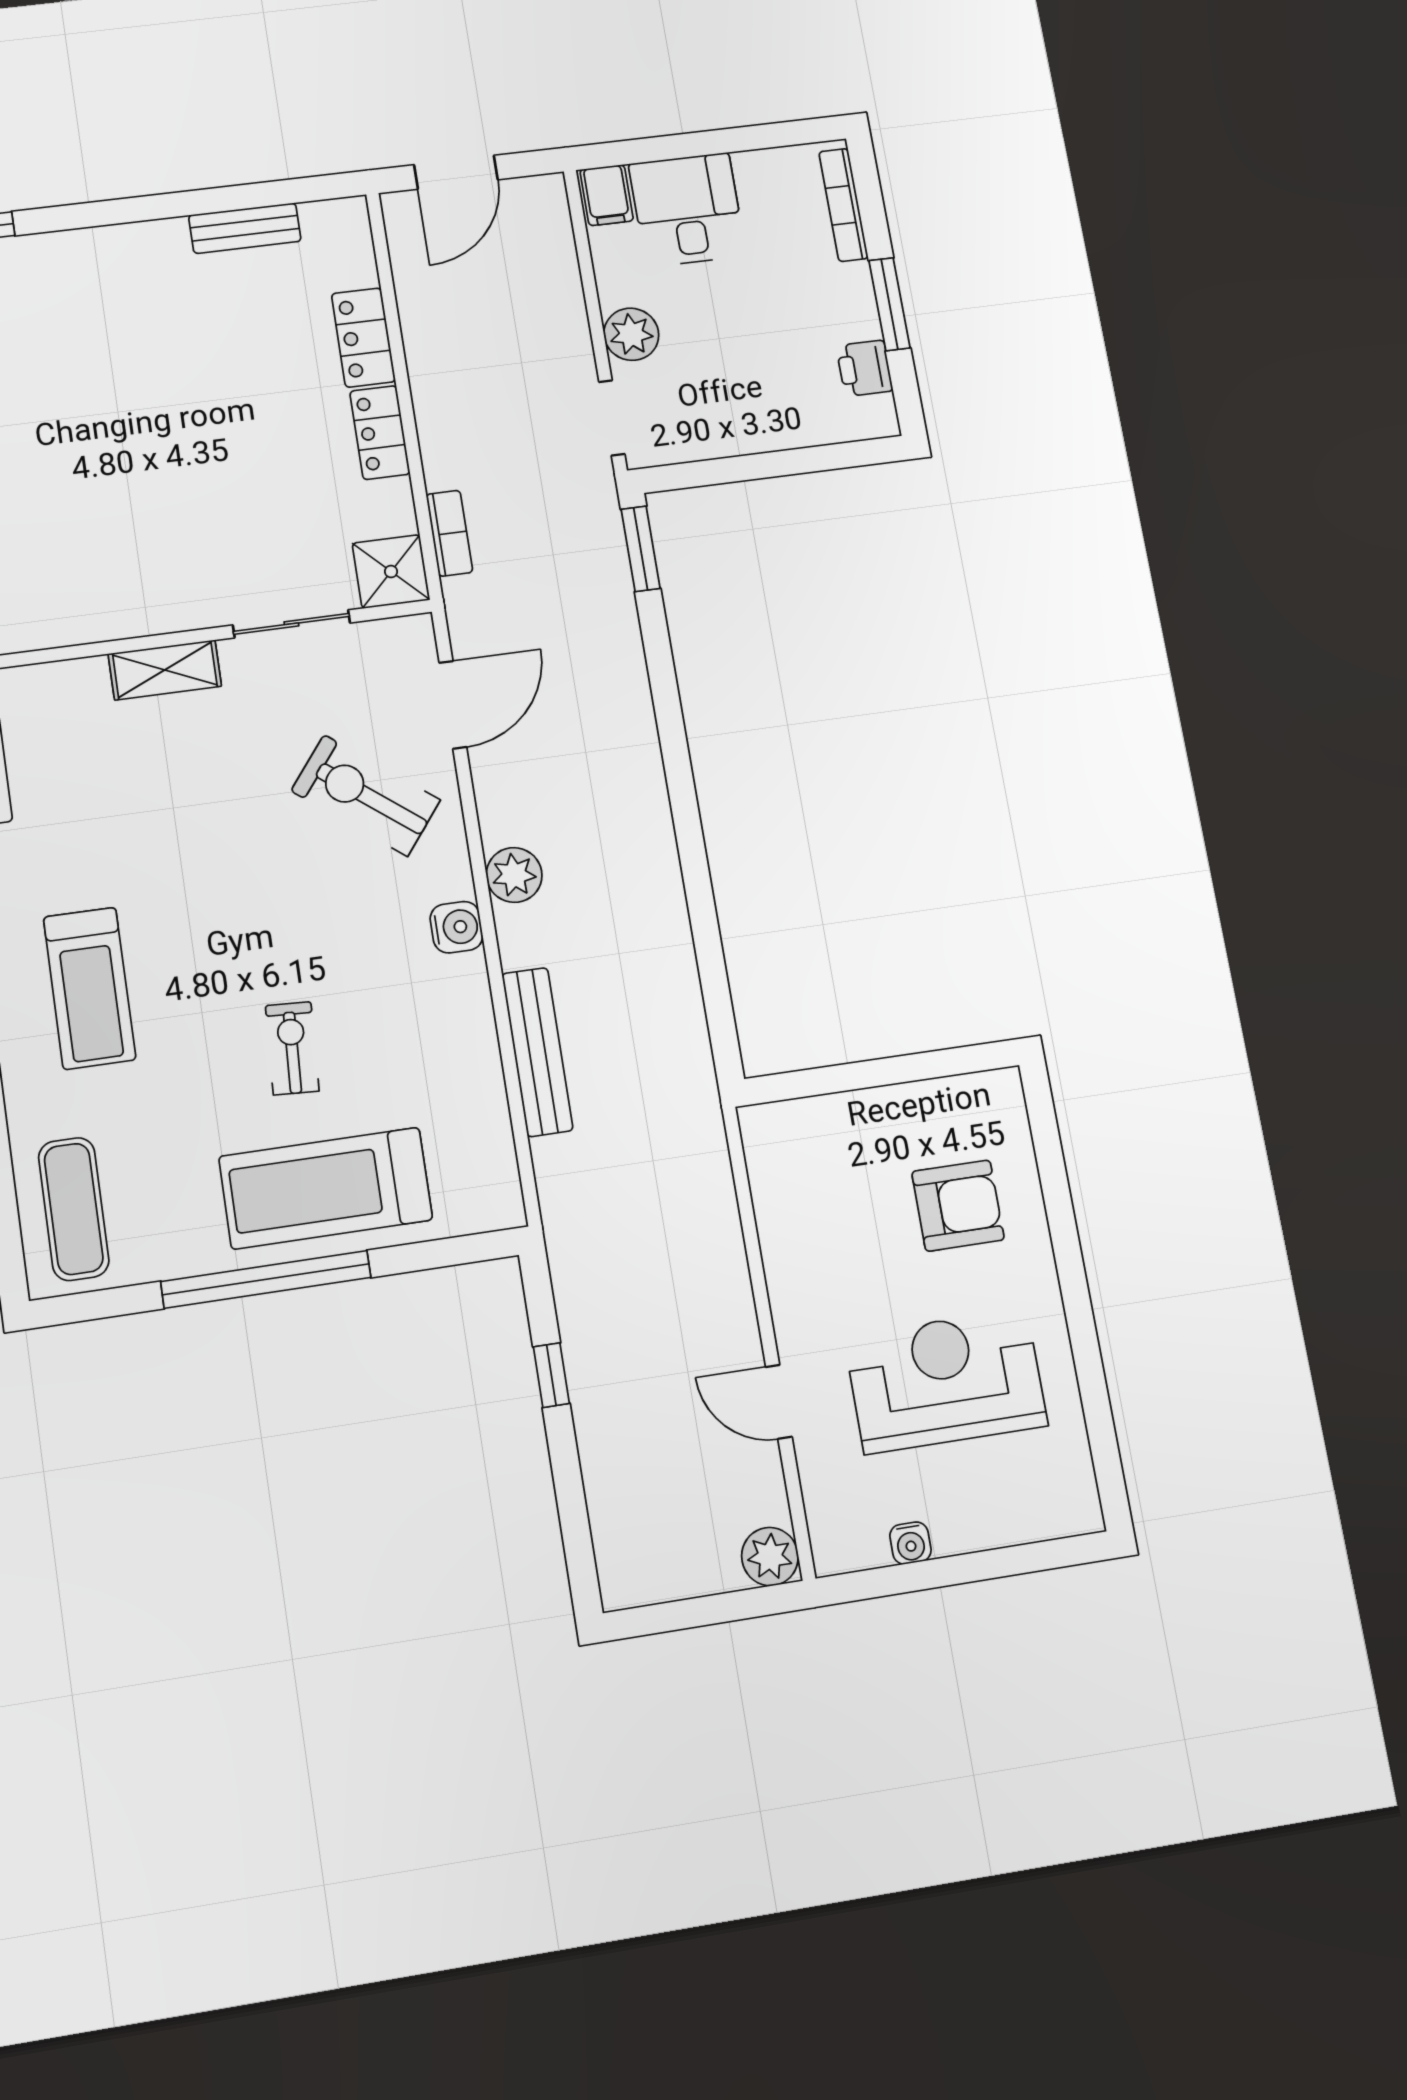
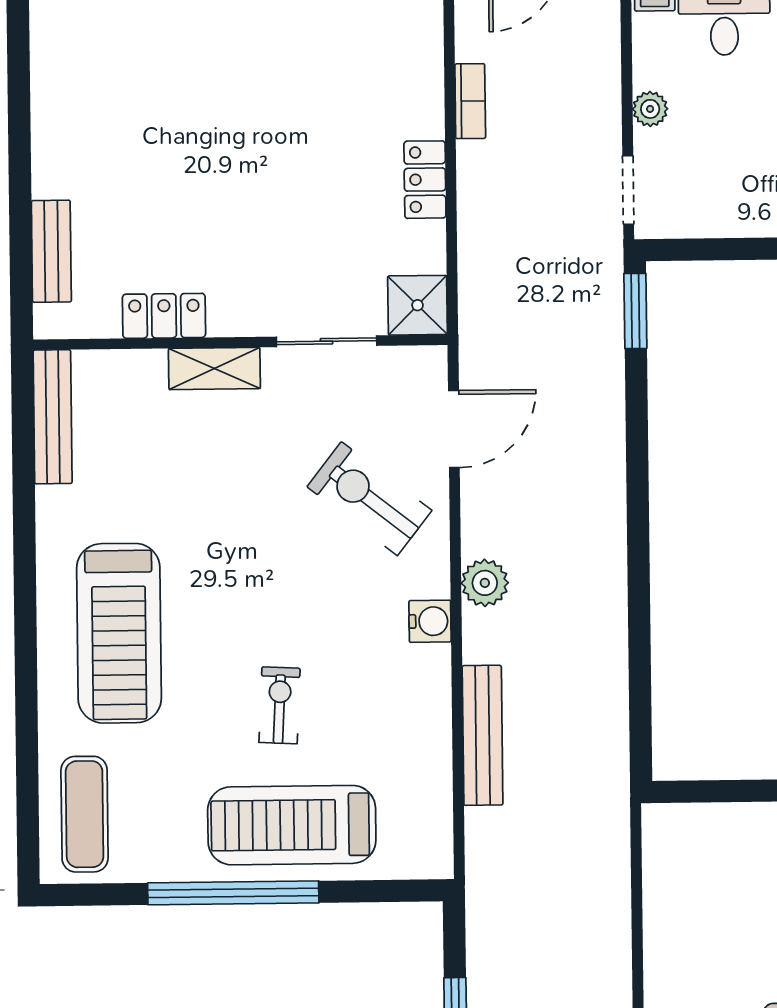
plant: (631, 334) -> (650, 109), width x0.73, depth x0.73
locker: (363, 338) -> (164, 316), moved, turned 90
bookcase: (449, 533) -> (470, 101), moved
treadmill: (90, 988) -> (119, 633), width x1.37, depth x1.38

